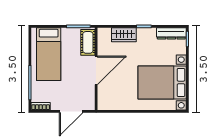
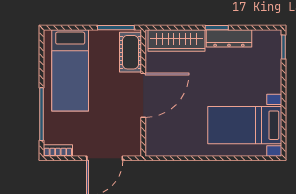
dresser: (171, 33) -> (229, 38), moved
wardrobe: (124, 35) -> (177, 40), width x1.50
bed with nightstands: (162, 82) -> (245, 125), width x0.73

